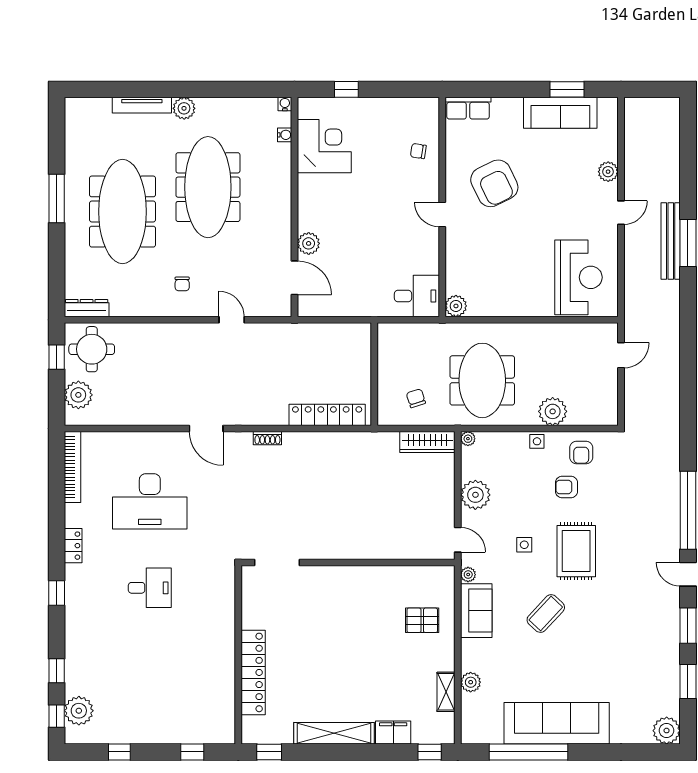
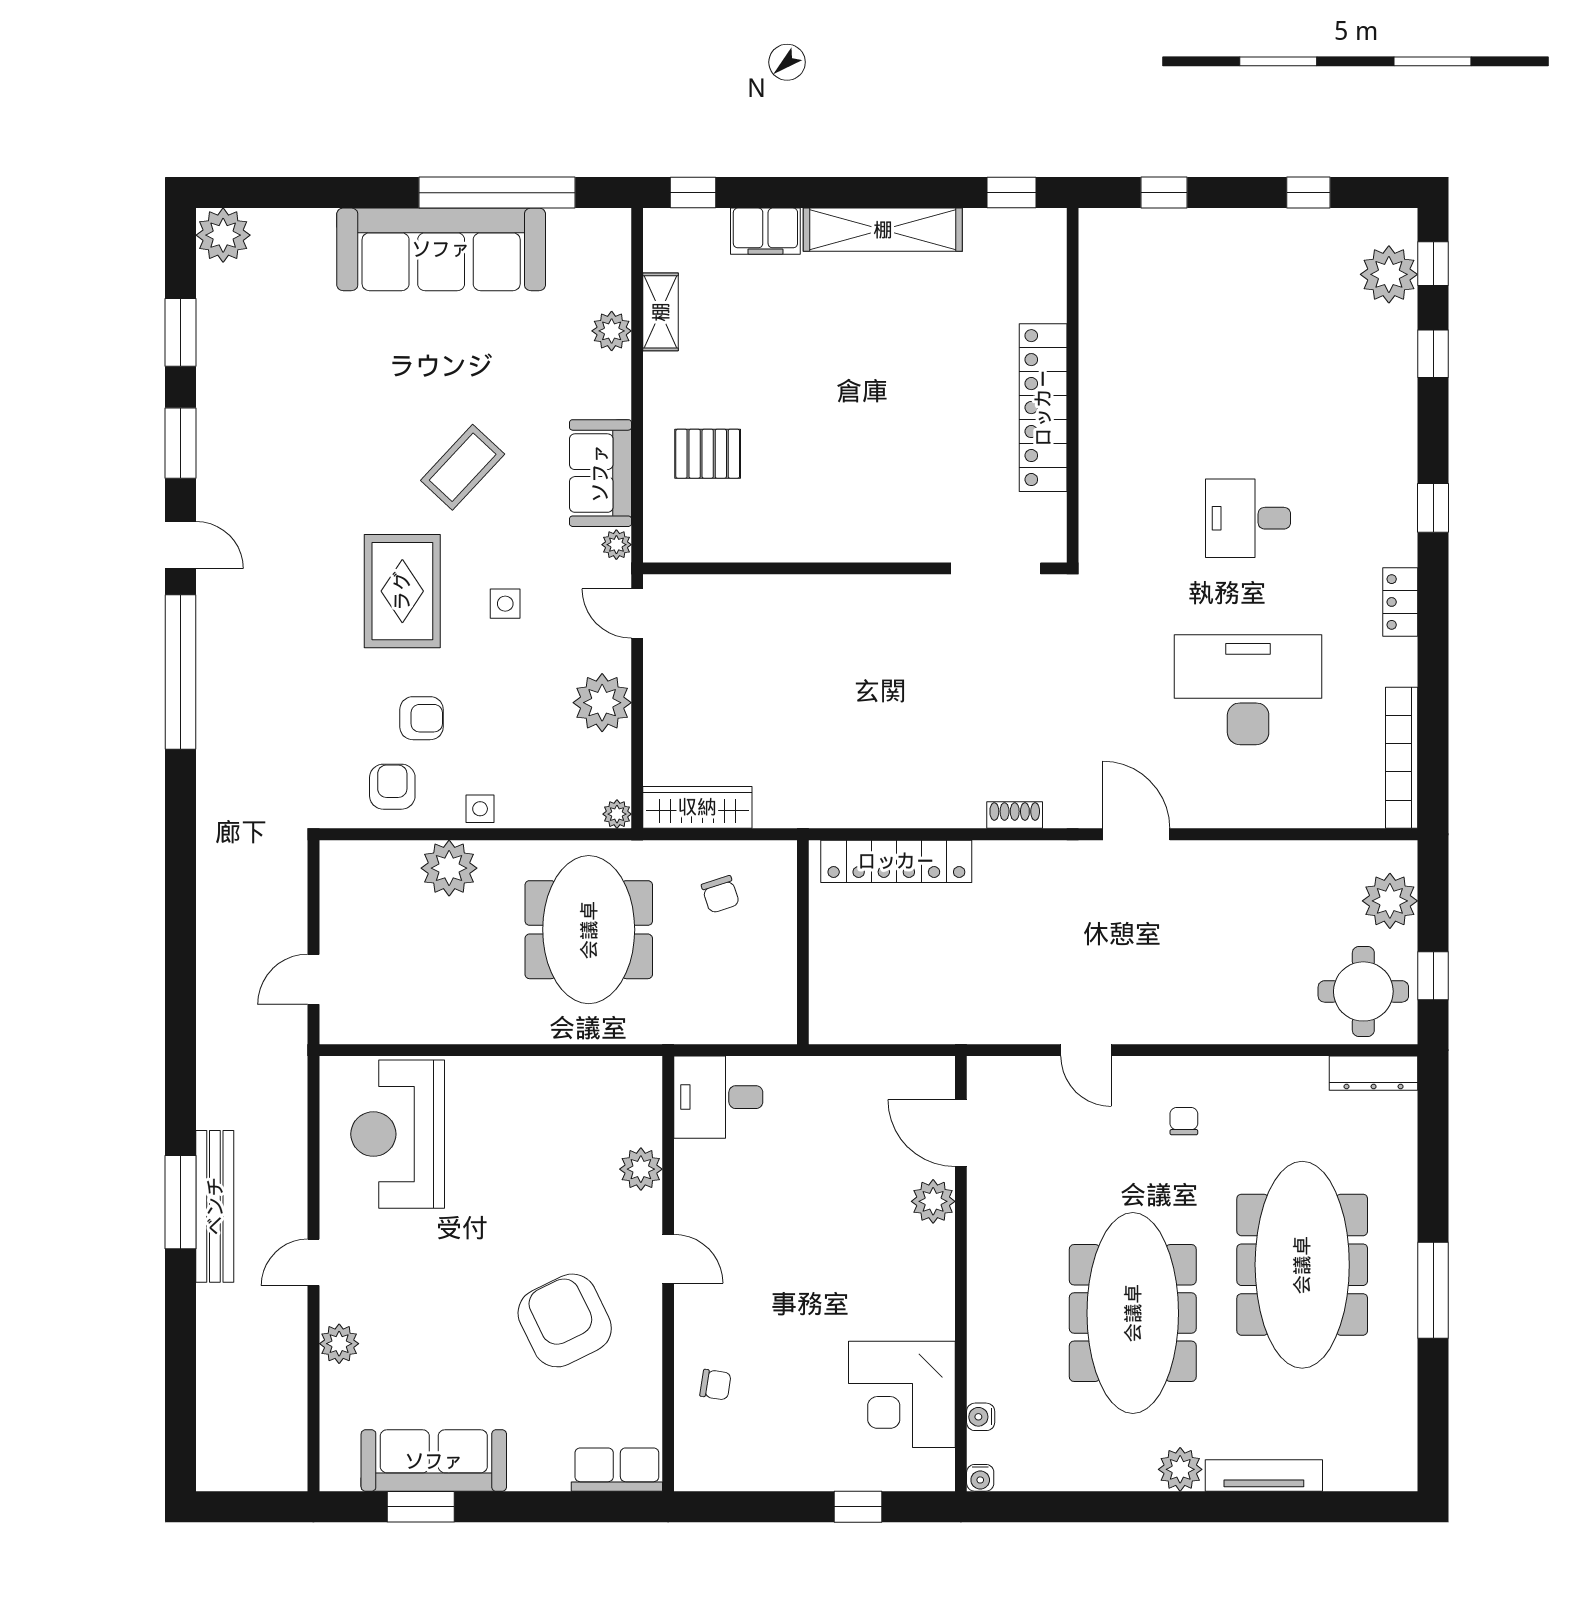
plant: (456, 306) -> (641, 1169), moved
locker: (253, 672) -> (1043, 408), moved

